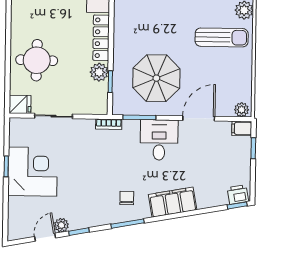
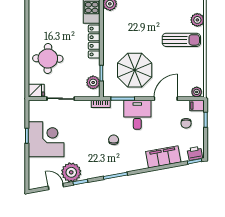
plant: (99, 72) -> (93, 82), moved
chair: (226, 153) -> (186, 123), added
chair: (127, 198) -> (114, 140), moved
filing cabinet: (173, 202) -> (163, 157), moved
plant: (61, 225) -> (71, 172), width x1.88, depth x1.88
door: (45, 237) -> (56, 186), hinge flipped

